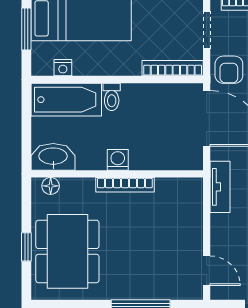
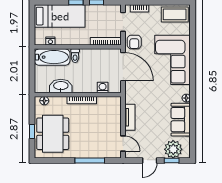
window: (26, 29) -> (32, 21), removed
washbasin: (53, 157) -> (61, 86), moved
washing machine: (118, 160) -> (103, 88), moved
tv unit: (220, 187) -> (130, 117), moved

